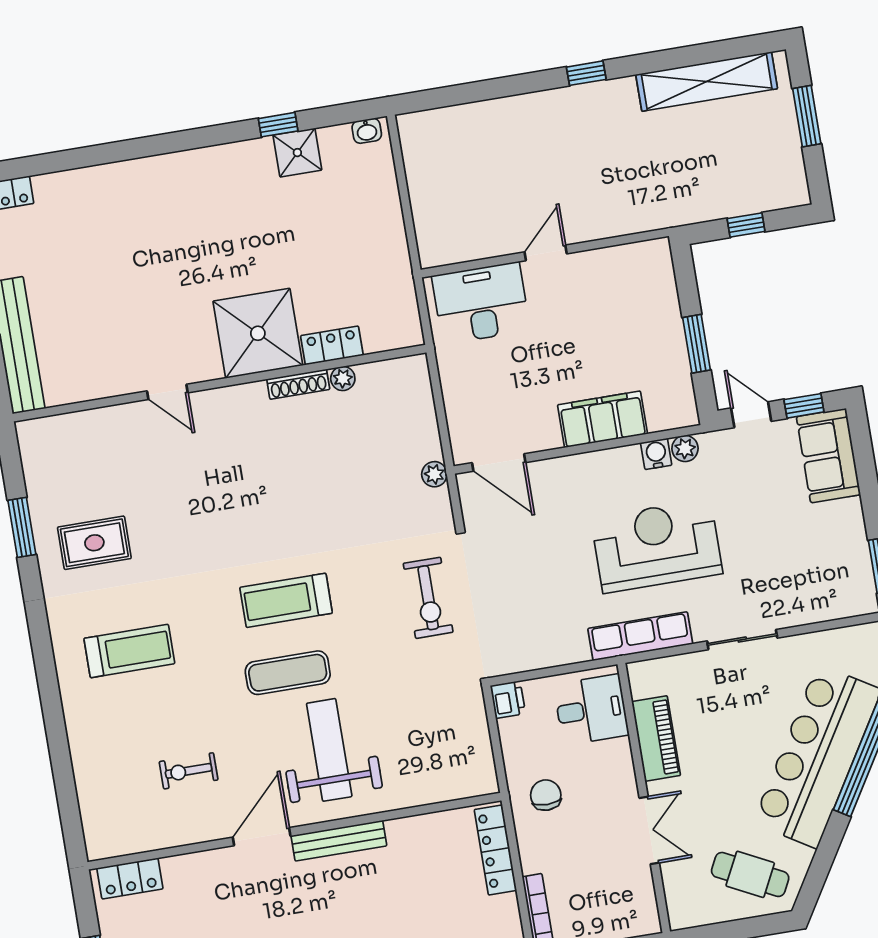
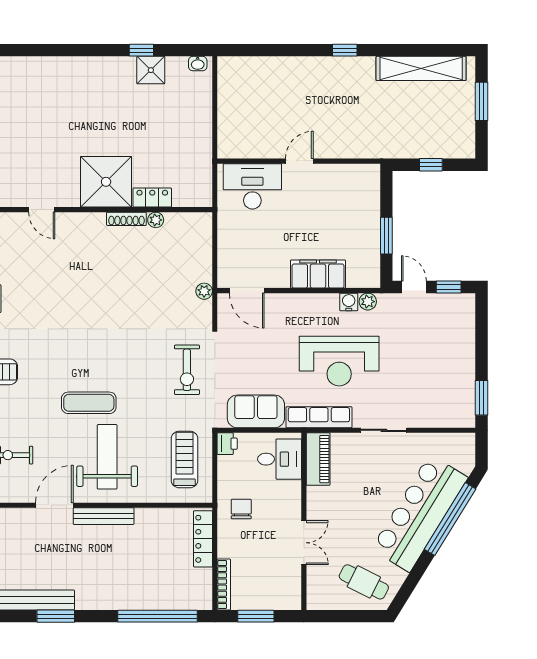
sofa: (828, 456) -> (256, 411), moved, turned 90
reception desk: (657, 546) -> (339, 361), turned 180
treadmill: (286, 600) -> (185, 459), moved, turned 90
piano: (656, 739) -> (318, 459), moved

